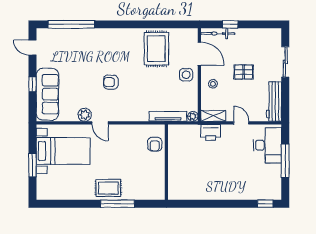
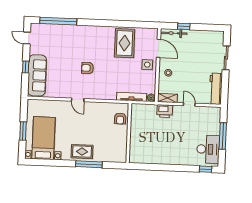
pallet: (244, 72) -> (193, 64), removed
plant: (85, 115) -> (66, 93), removed
desk: (267, 145) -> (208, 149), moved
bed with nightstands: (63, 151) -> (44, 138), moved, turned -90

